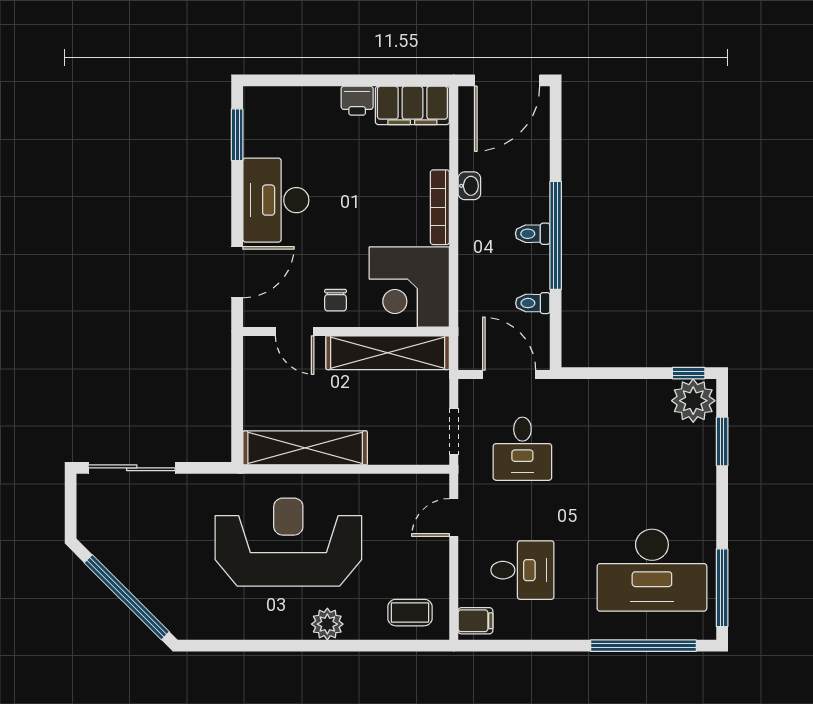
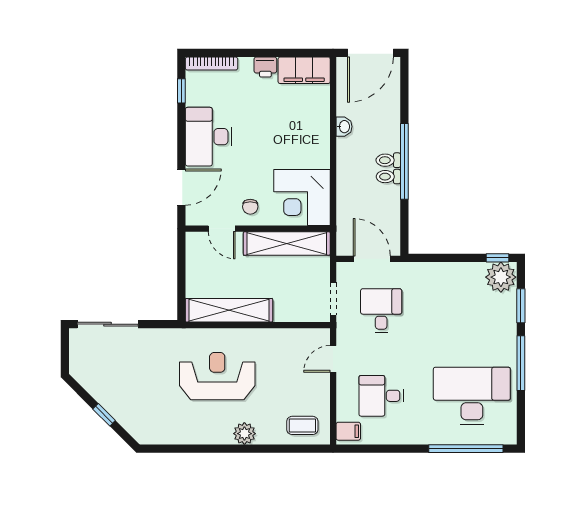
window: (237, 135) -> (181, 91), width x0.67
bookcase: (440, 207) -> (212, 64), moved, turned -90
toilet: (533, 303) -> (388, 177), moved
desk: (522, 449) -> (381, 311), turned 180
reception desk: (288, 542) -> (217, 376), width x0.74, depth x0.77
desk: (522, 570) -> (381, 396), turned 180
desk: (652, 570) -> (472, 396), turned 180
window: (722, 588) -> (521, 363), moved
window: (127, 597) -> (104, 415), width x0.32

